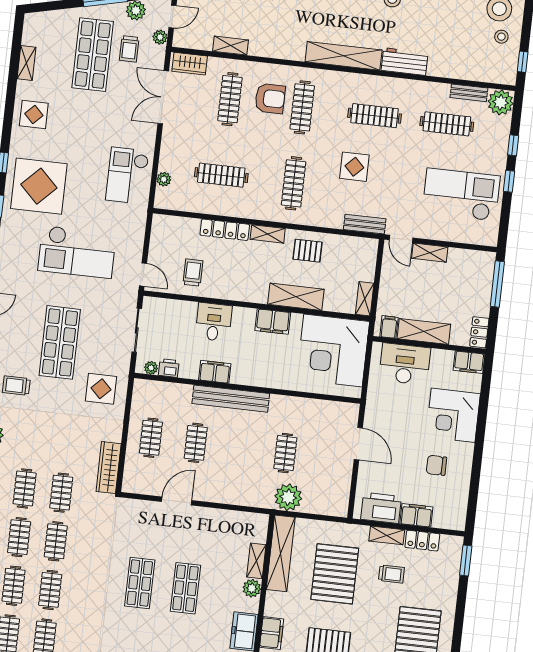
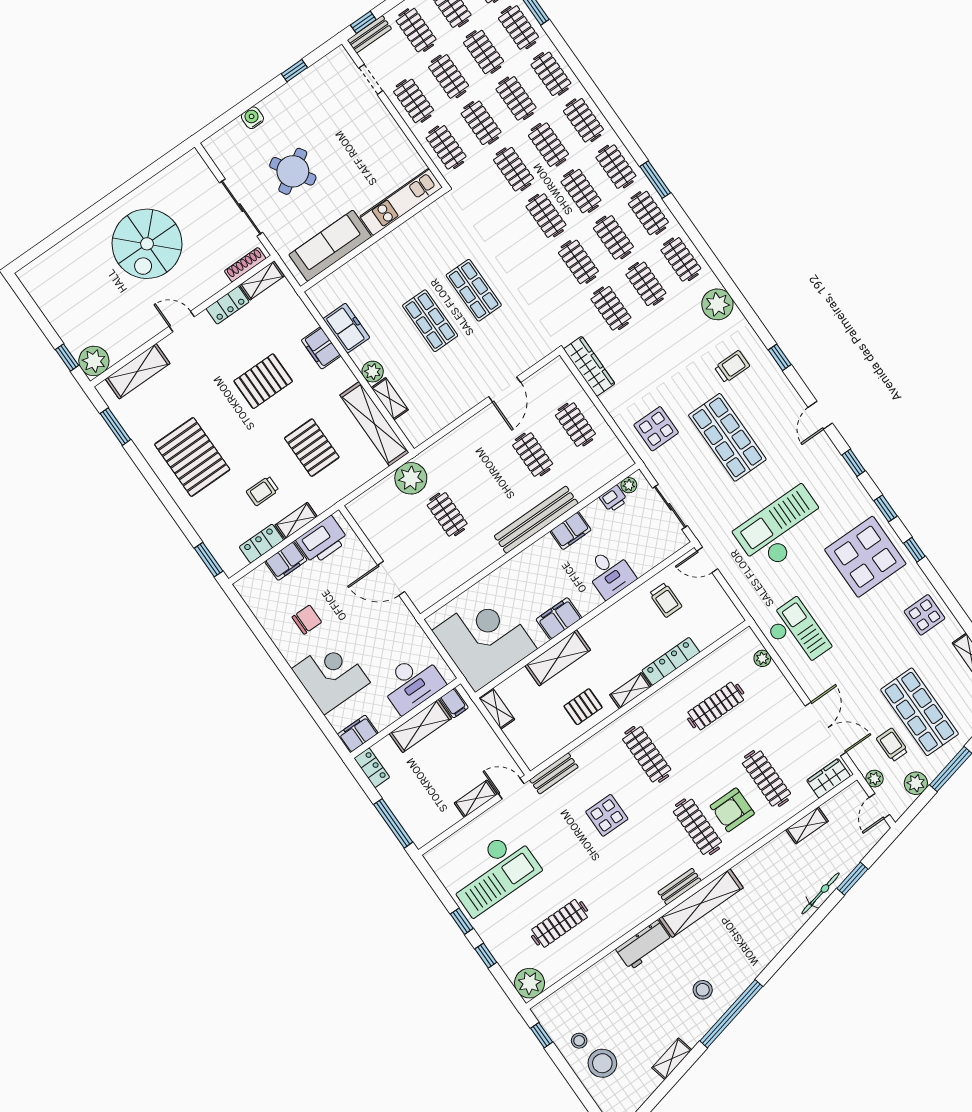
bench: (469, 93) -> (680, 886), moved
clothes rail: (375, 116) -> (629, 875), removed
pallet: (335, 574) -> (312, 448), width x0.73, depth x0.71

